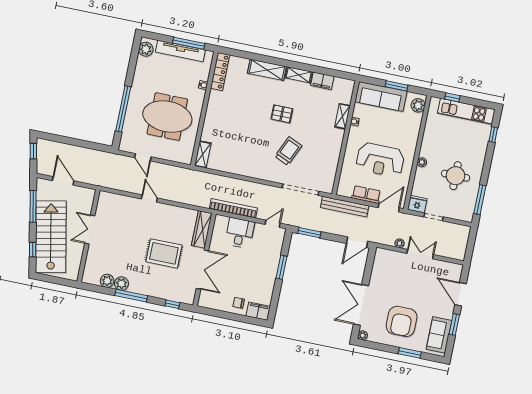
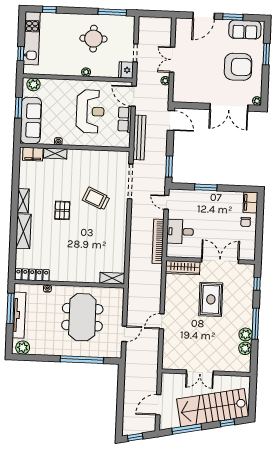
filing cabinet: (322, 81) -> (33, 154), moved, turned 90

